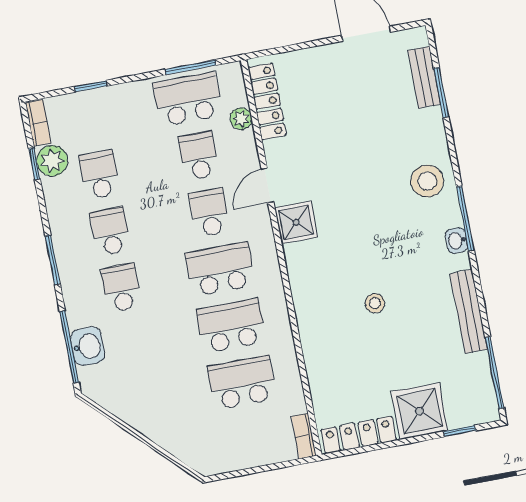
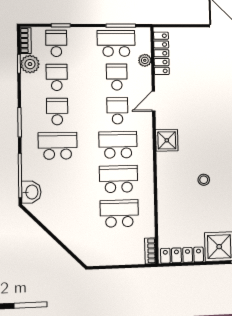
school desk: (89, 118) -> (56, 43), added
shower: (296, 222) -> (167, 140), moved
school desk: (121, 288) -> (58, 146), width x1.85
washbasin: (88, 346) -> (31, 192), moved

